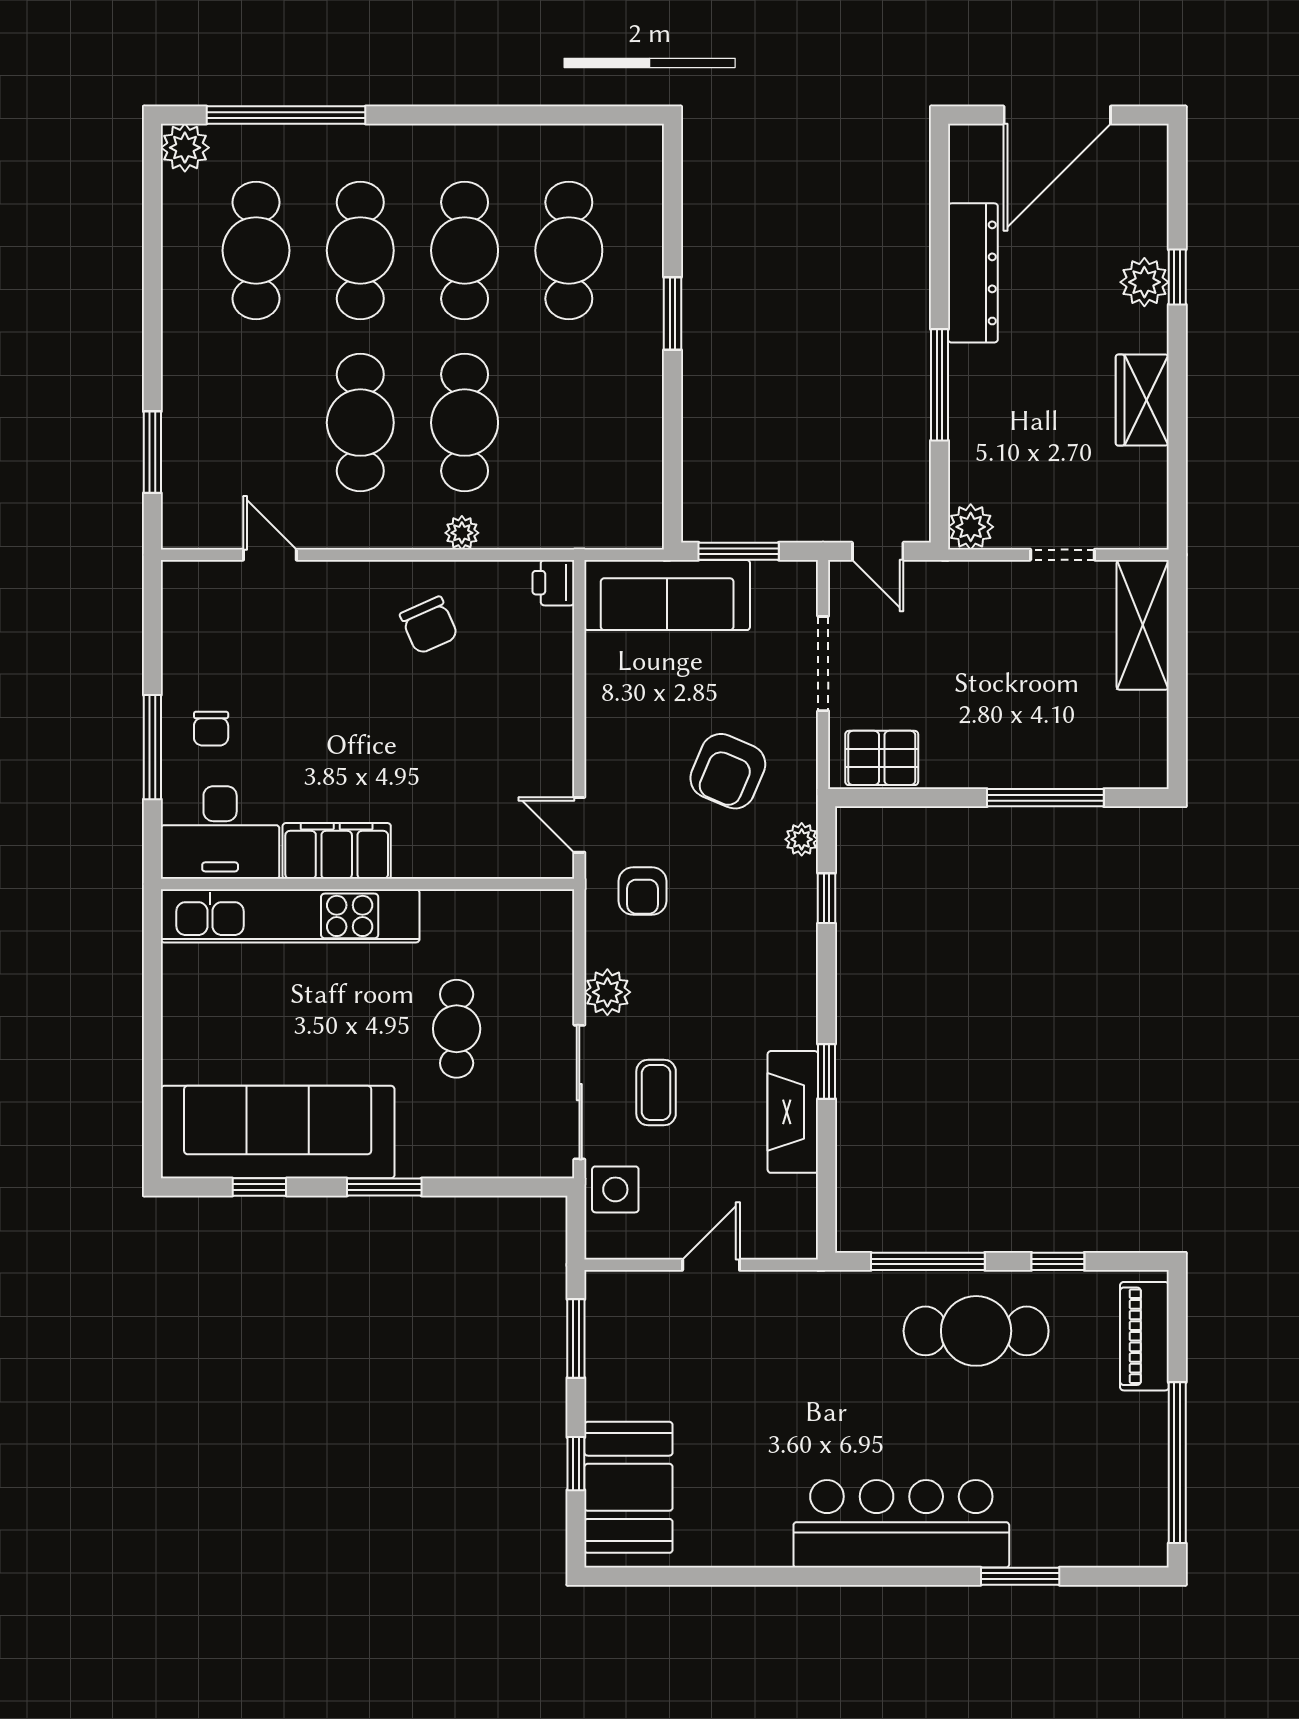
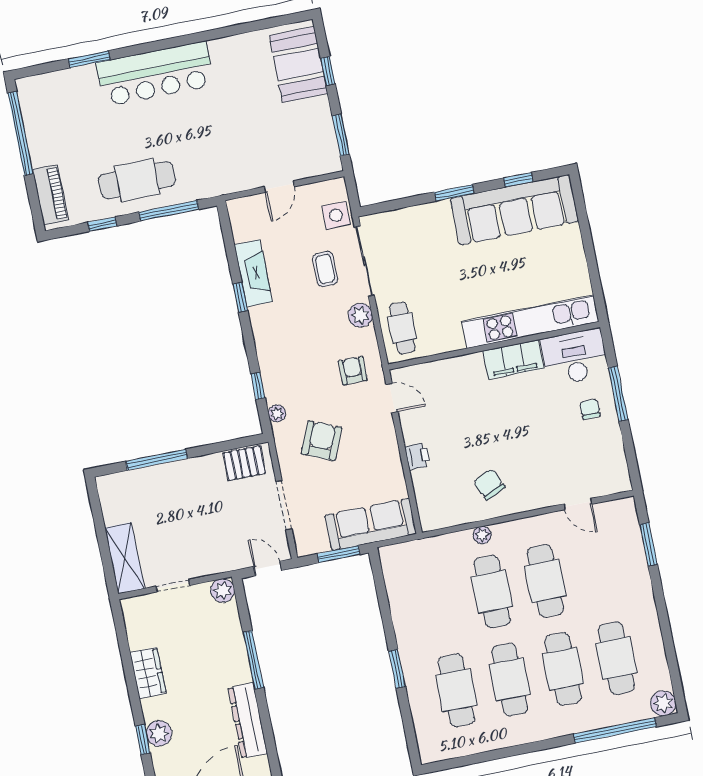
printer: (553, 583) -> (417, 456), moved
cafe table: (457, 1029) -> (402, 328), moved

